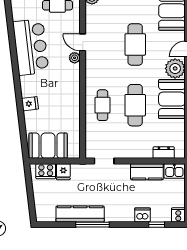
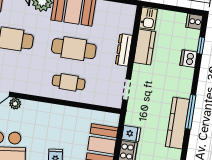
dresser: (164, 153) -> (124, 50), moved, width x1.44

